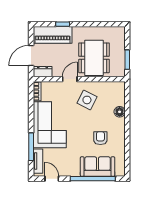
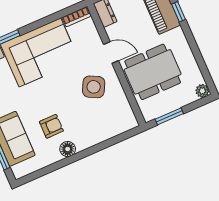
plant: (120, 31) -> (202, 91), added
floor lamp: (120, 112) -> (68, 149), moved

